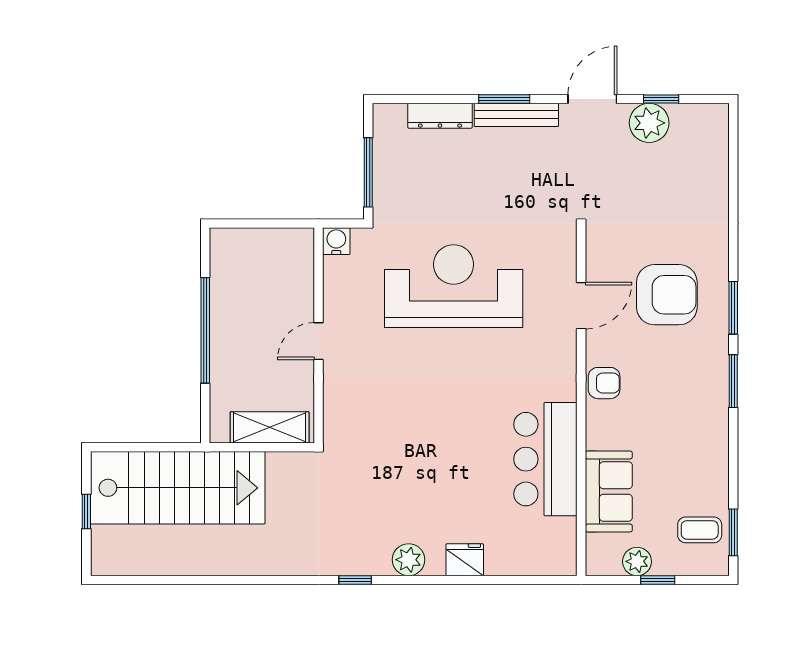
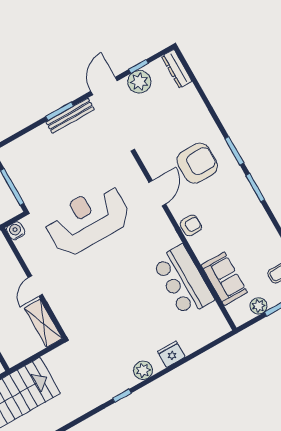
dresser: (440, 116) -> (177, 69), moved, turned 90
shelving: (270, 427) -> (43, 323), moved, turned 90

